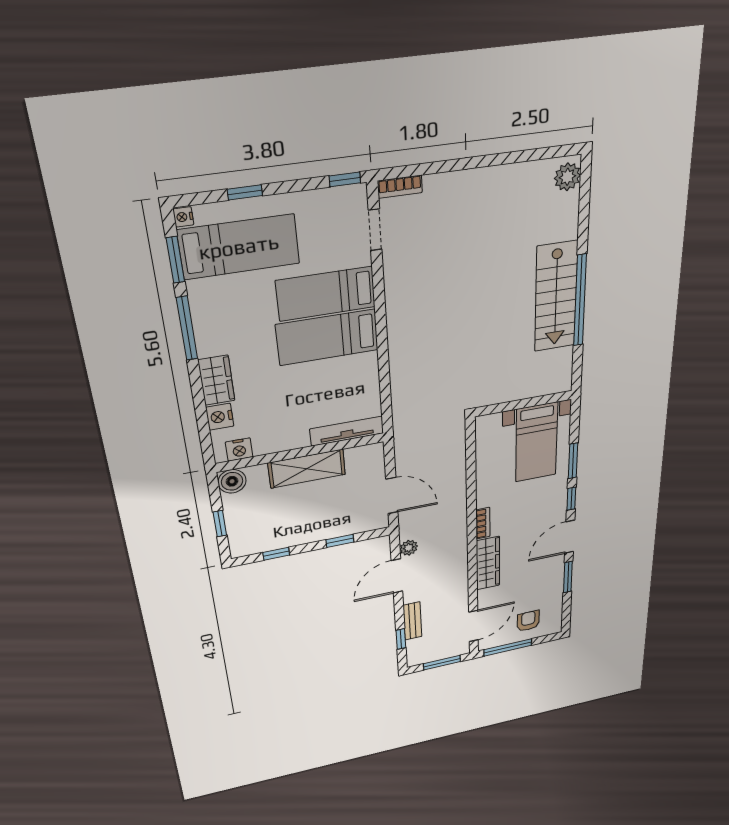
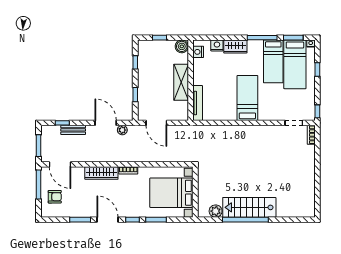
plant: (567, 177) -> (216, 211), moved
bed: (326, 294) -> (273, 61), moved, turned 180
bed with nightstands: (536, 442) -> (171, 193), width x1.36
door: (392, 496) -> (156, 123), hinge flipped

